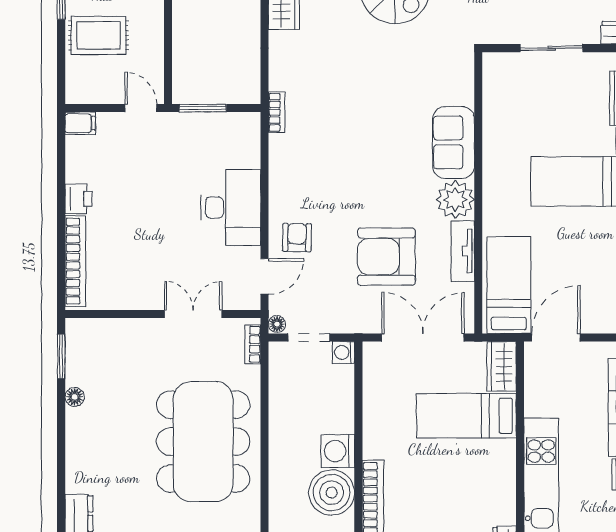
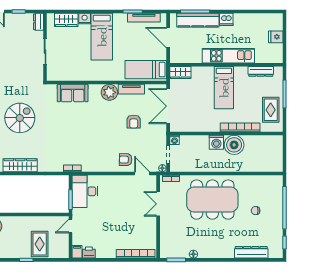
sofa: (454, 142) -> (73, 93), moved
printer: (78, 199) -> (89, 253), moved
desk: (231, 207) -> (85, 191), moved, turned -90
armchair: (386, 257) -> (134, 122), width x0.53, depth x0.53
door: (556, 338) -> (168, 38), moved
bed: (466, 416) -> (224, 88), moved

